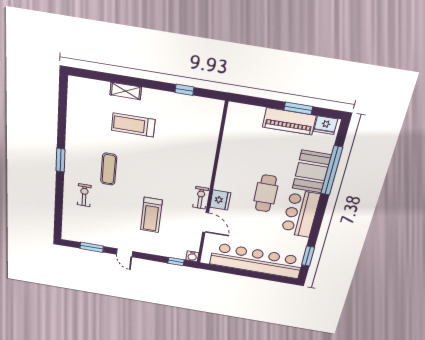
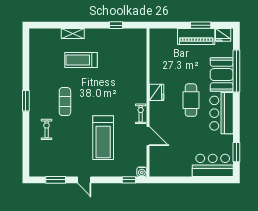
fridge: (220, 200) -> (156, 92), moved
treadmill: (151, 215) -> (103, 138), width x1.37, depth x1.38
bar counter: (256, 261) -> (213, 165), width x0.54

